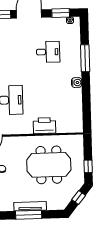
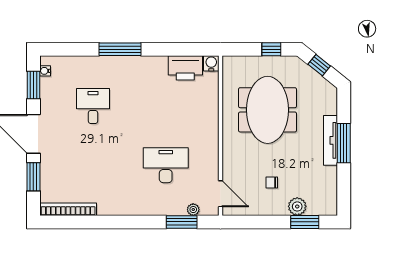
window: (85, 58) -> (120, 49), moved
water cooler: (77, 83) -> (211, 63), moved
printer: (44, 126) -> (185, 68), moved, turned -90

